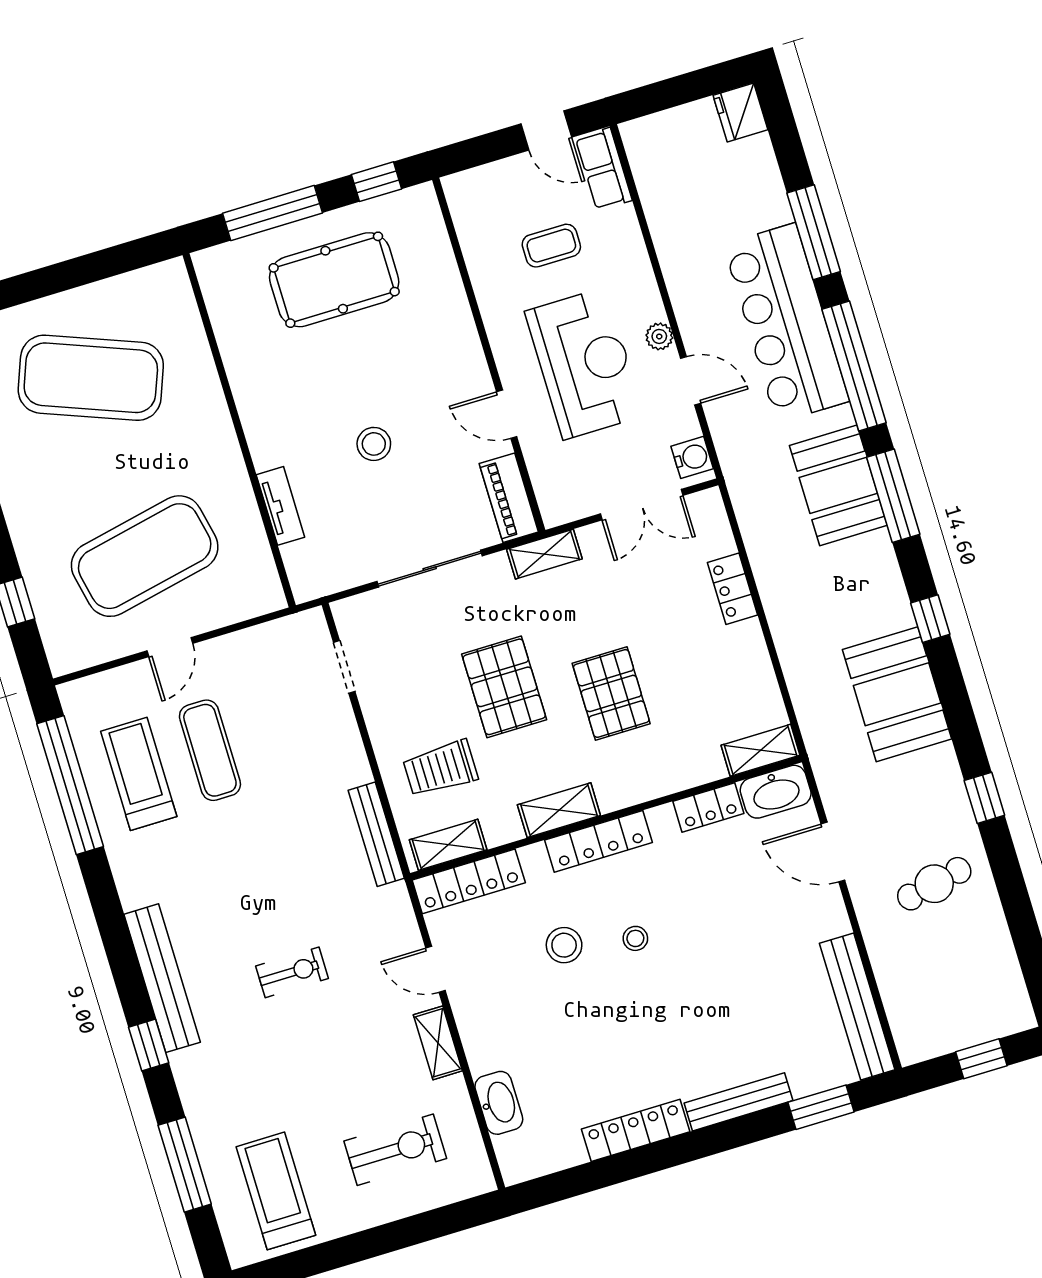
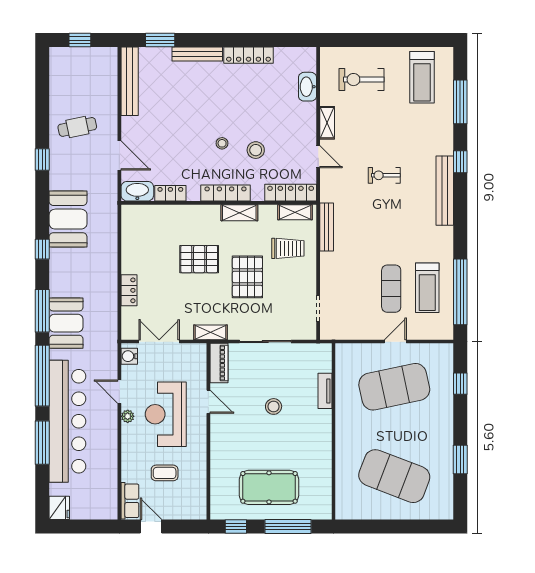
bar counter: (786, 323) -> (67, 421), width x1.36
pallet: (611, 693) -> (199, 259), turned 90
shelving: (760, 750) -> (139, 212), removed

